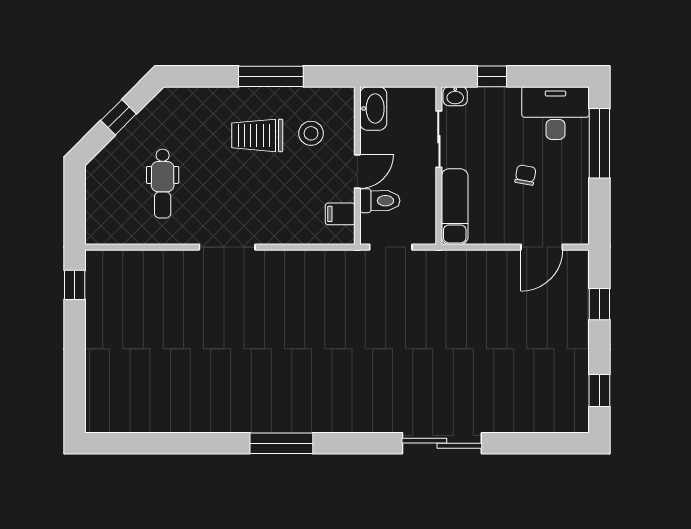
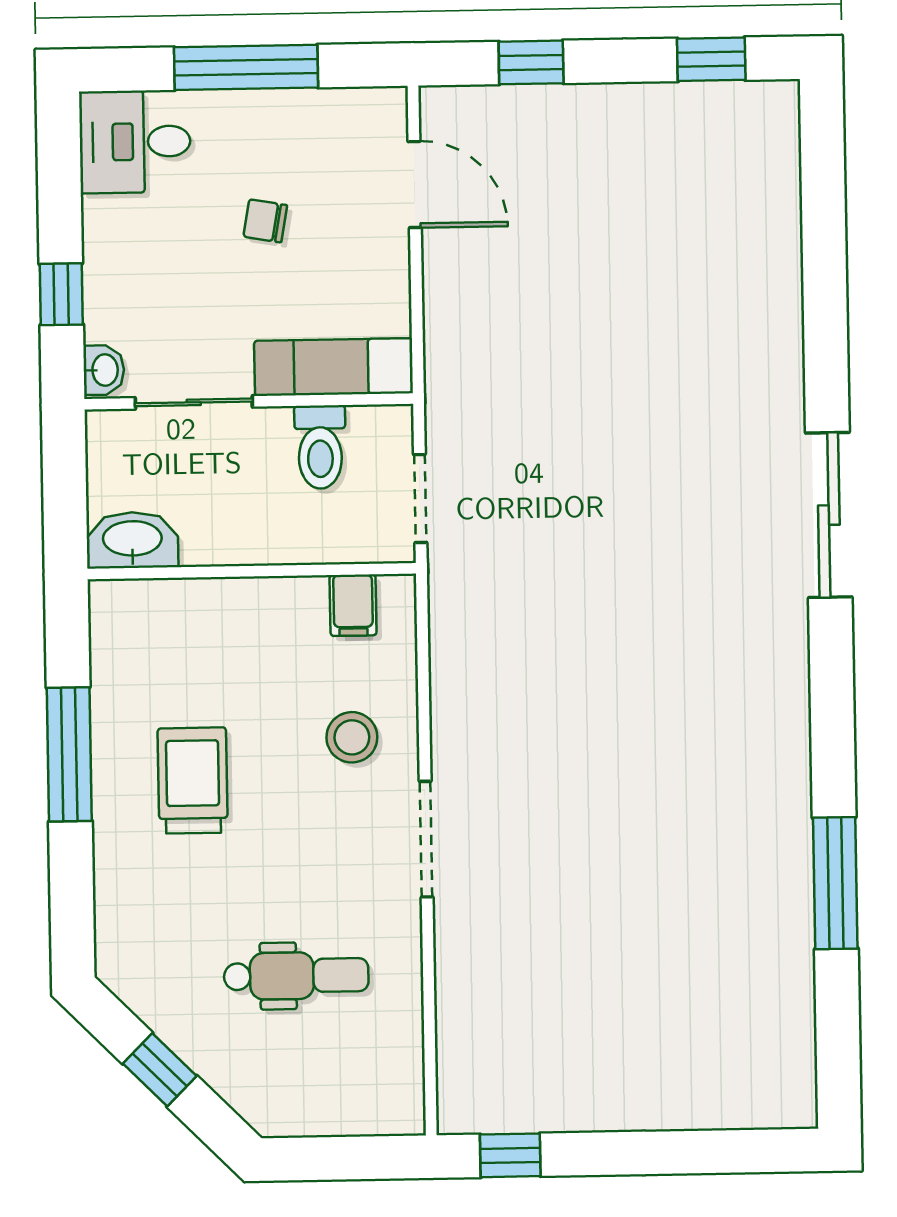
desk: (555, 113) -> (135, 142), width x0.73
stool: (311, 133) -> (352, 737), moved
trolley: (257, 135) -> (193, 781), turned 180
window: (599, 143) -> (246, 67), moved
door: (357, 171) -> (264, 571), removed
toilet: (380, 201) -> (320, 447), moved, turned 180
window: (281, 443) -> (835, 883), moved
sliding door: (442, 443) -> (829, 515), moved

